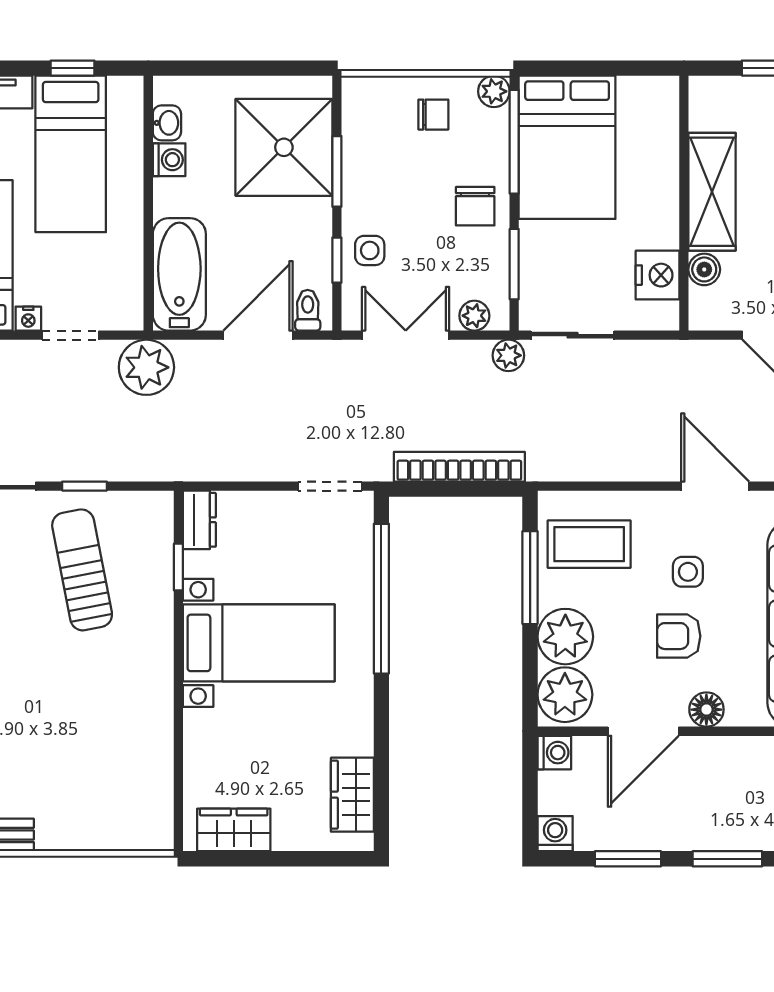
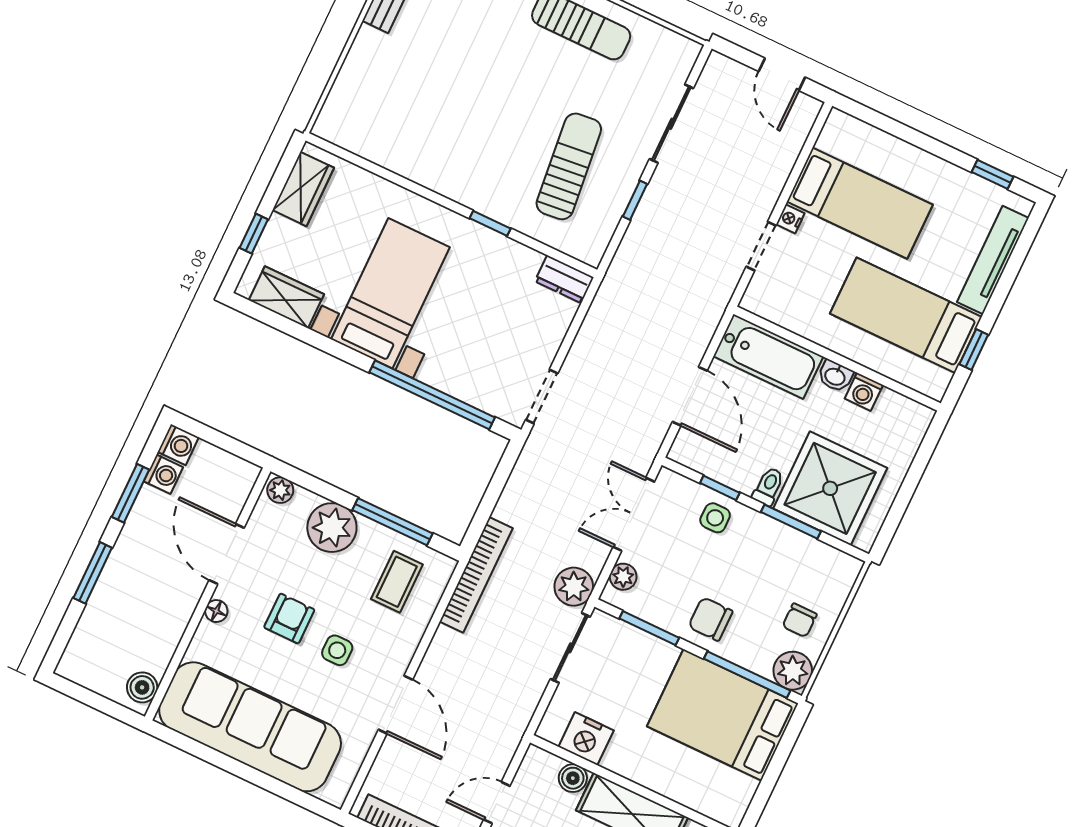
plant: (494, 91) -> (793, 671), width x1.38, depth x1.38
washbasin: (167, 123) -> (835, 376), moved
toilet: (308, 310) -> (768, 486), moved, turned -90
double door: (406, 335) -> (634, 514), swing flipped
plant: (508, 355) -> (574, 587), width x1.38, depth x1.38
plant: (146, 367) -> (706, 295), removed
bookcase: (459, 467) -> (476, 575), moved
door: (715, 486) -> (395, 705), hinge flipped
coffee table: (589, 544) -> (397, 582), width x0.73, depth x0.77
window: (178, 567) -> (490, 223), moved
sun lounger: (82, 570) -> (569, 166), turned -85
bed with nightstands: (259, 643) -> (390, 293), moved, turned 180
plant: (565, 695) -> (280, 490), width x0.53, depth x0.53
floor lamp: (706, 710) -> (216, 611), width x0.73, depth x0.73
washing machine: (554, 753) -> (163, 474), moved, turned -90
window: (303, 859) -> (254, 234), added

